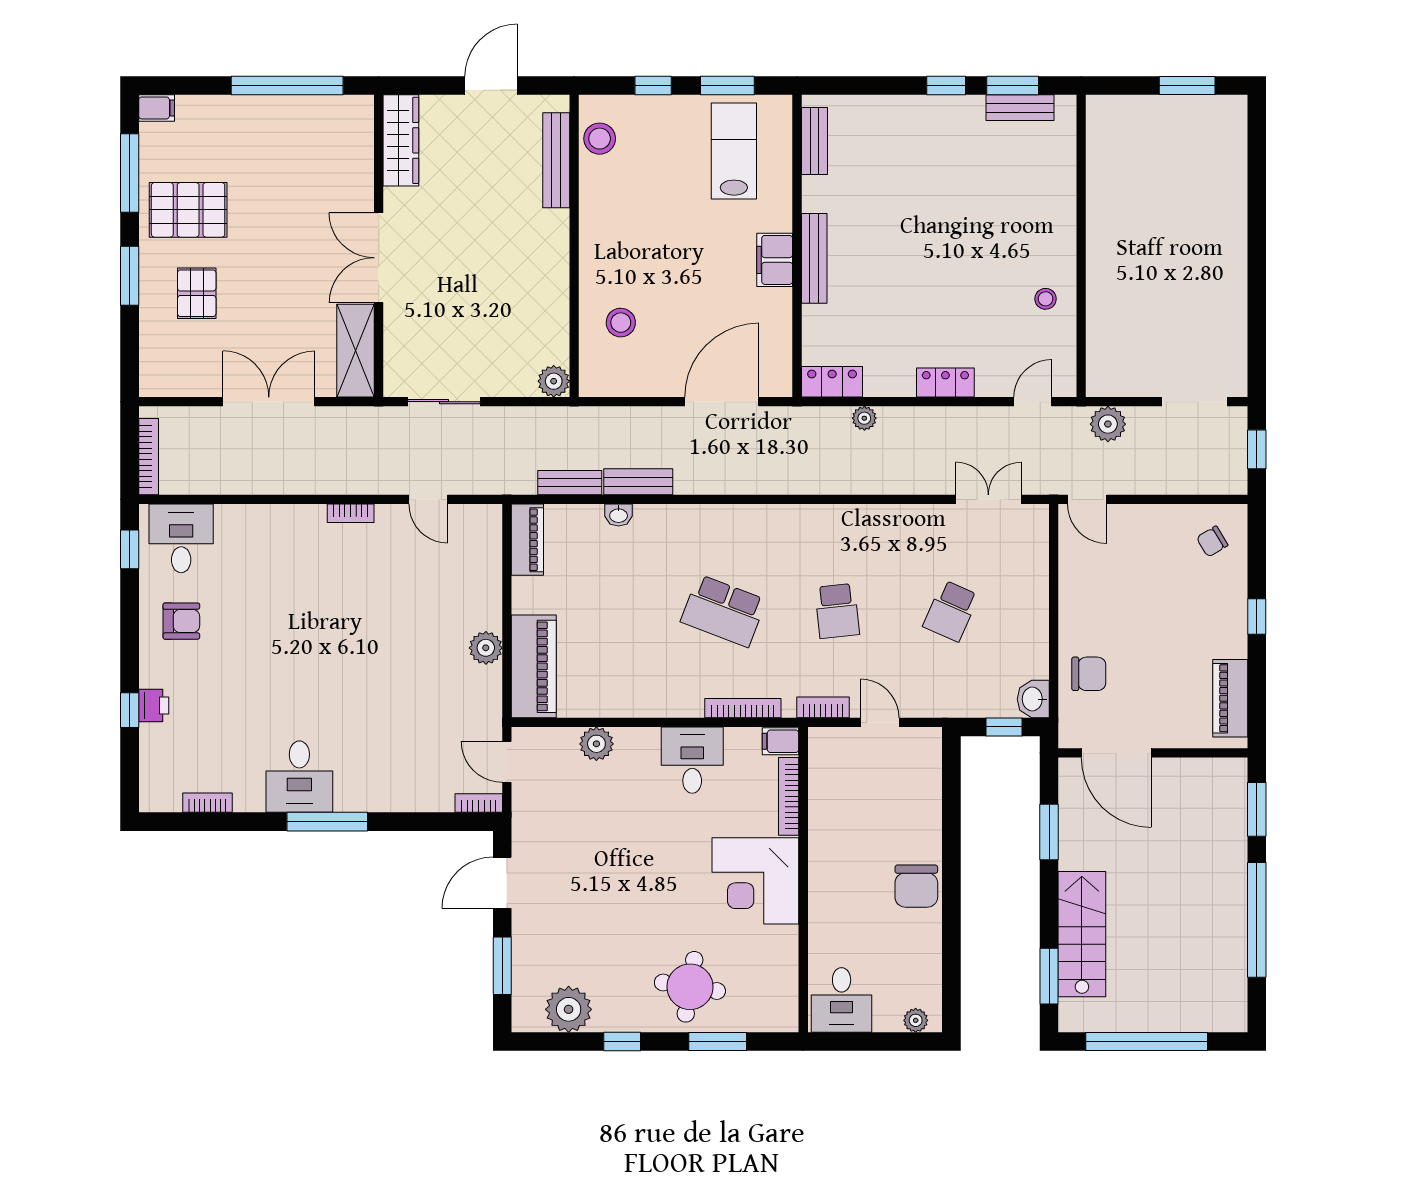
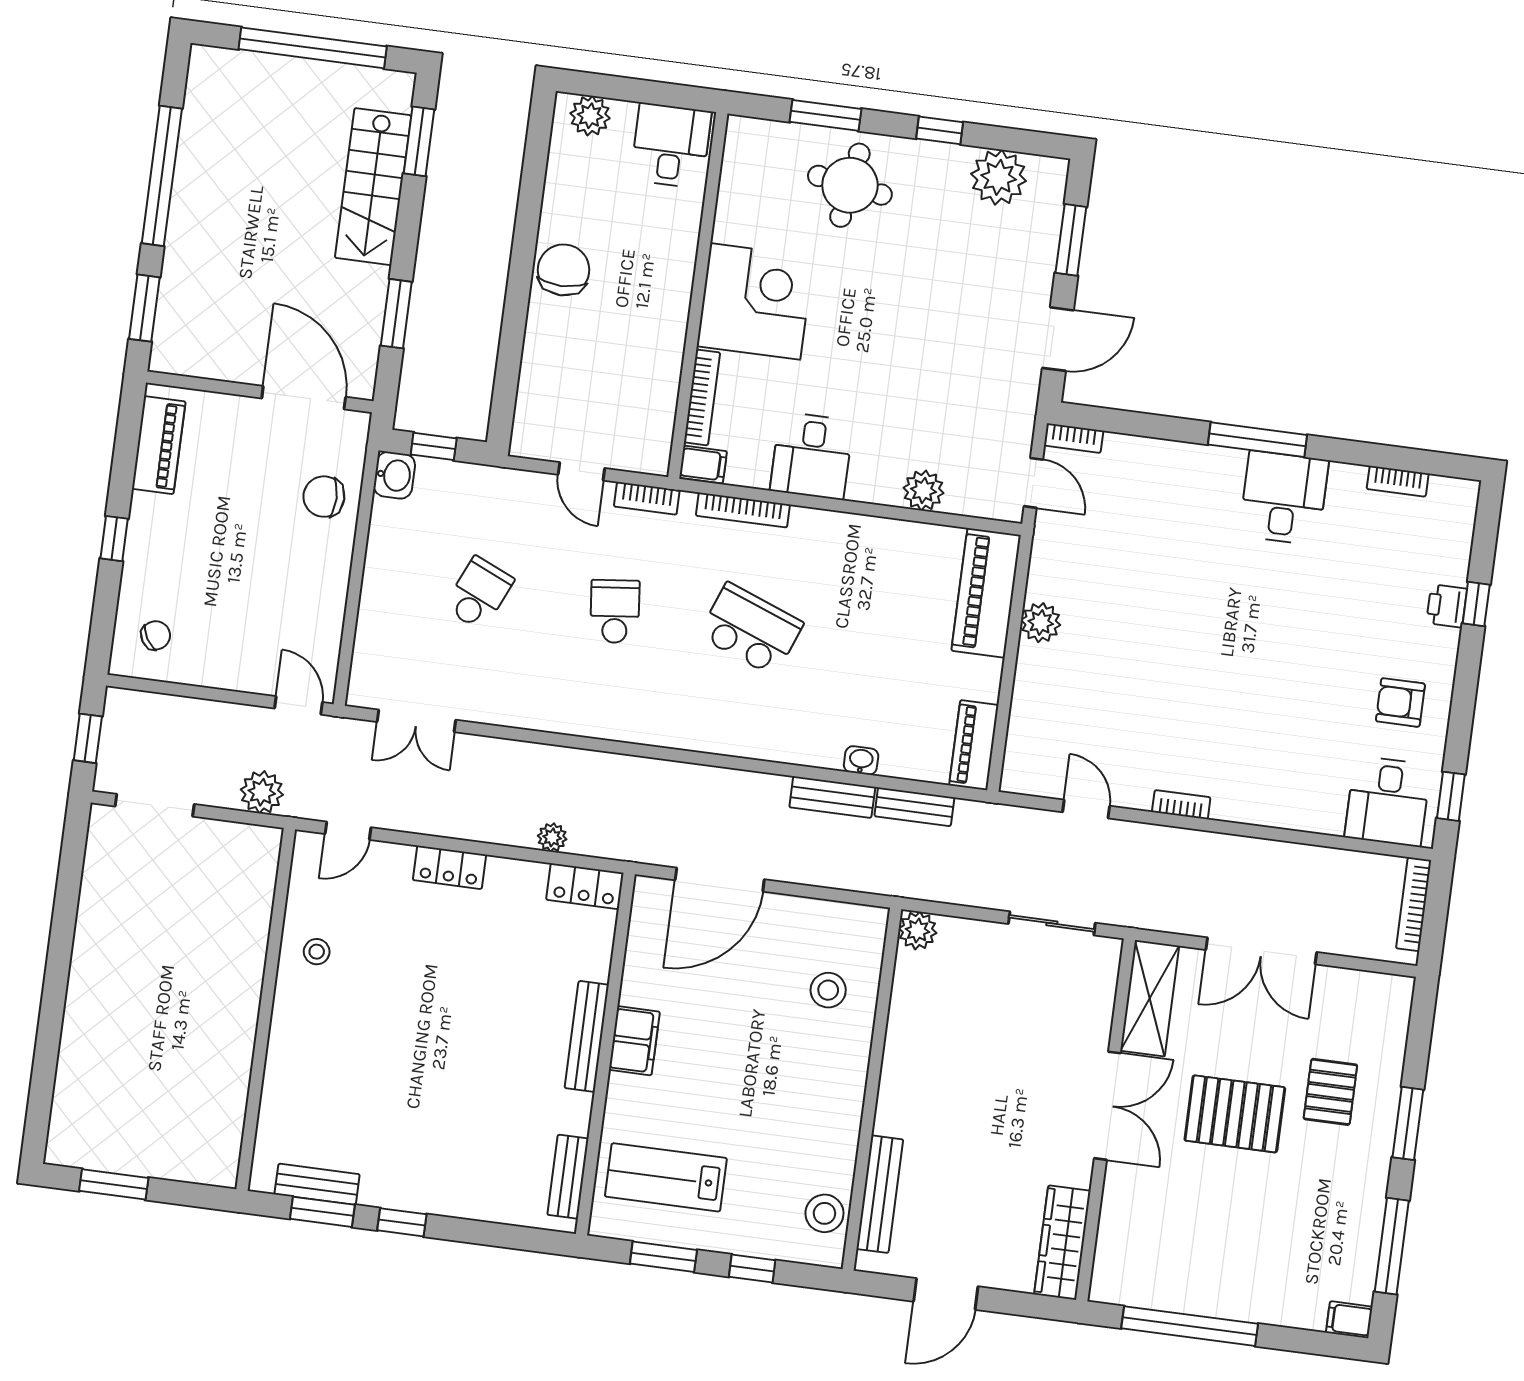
lab bench: (734, 151) -> (666, 1177), turned 90
pallet: (188, 210) -> (1235, 1114), moved
plant: (916, 1020) -> (590, 116), width x1.38, depth x1.38

